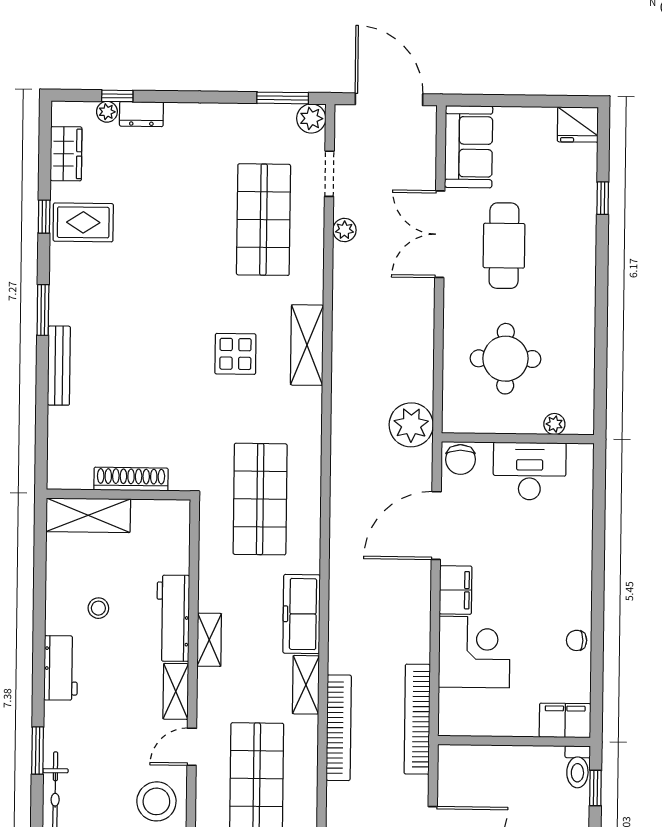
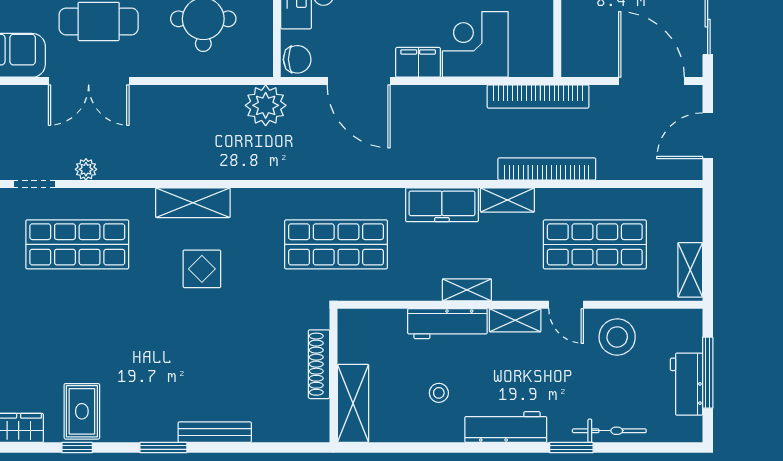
workbench: (61, 668) -> (506, 427), width x1.38

